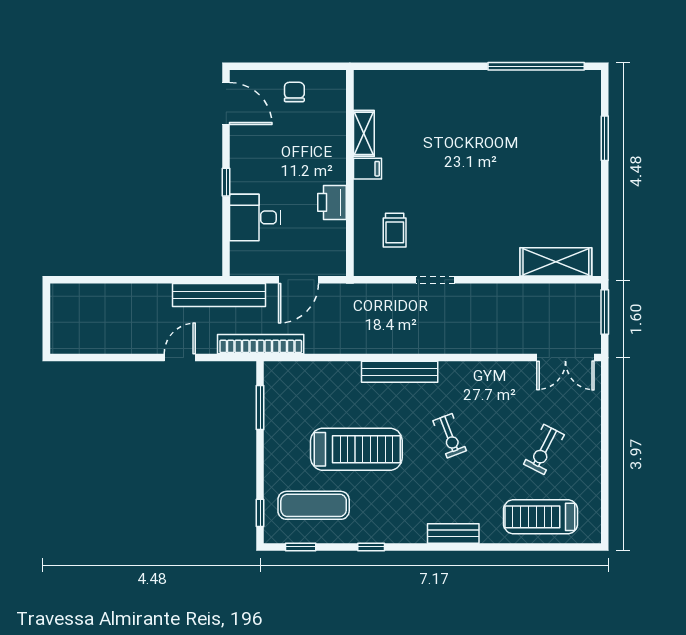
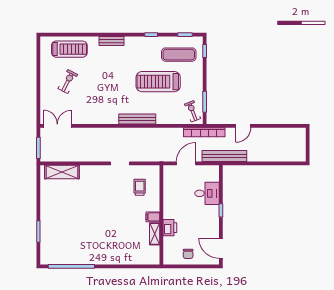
printer: (332, 202) -> (170, 228), moved
exercise bike: (450, 436) -> (193, 111), moved

